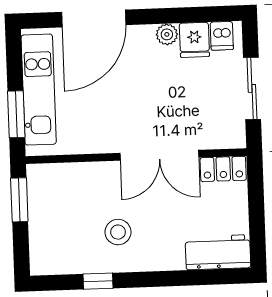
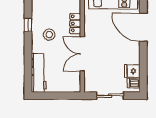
plant: (167, 34) -> (135, 59), removed
locker: (223, 169) -> (75, 23), moved
workbench: (218, 252) -> (39, 73), width x1.38

